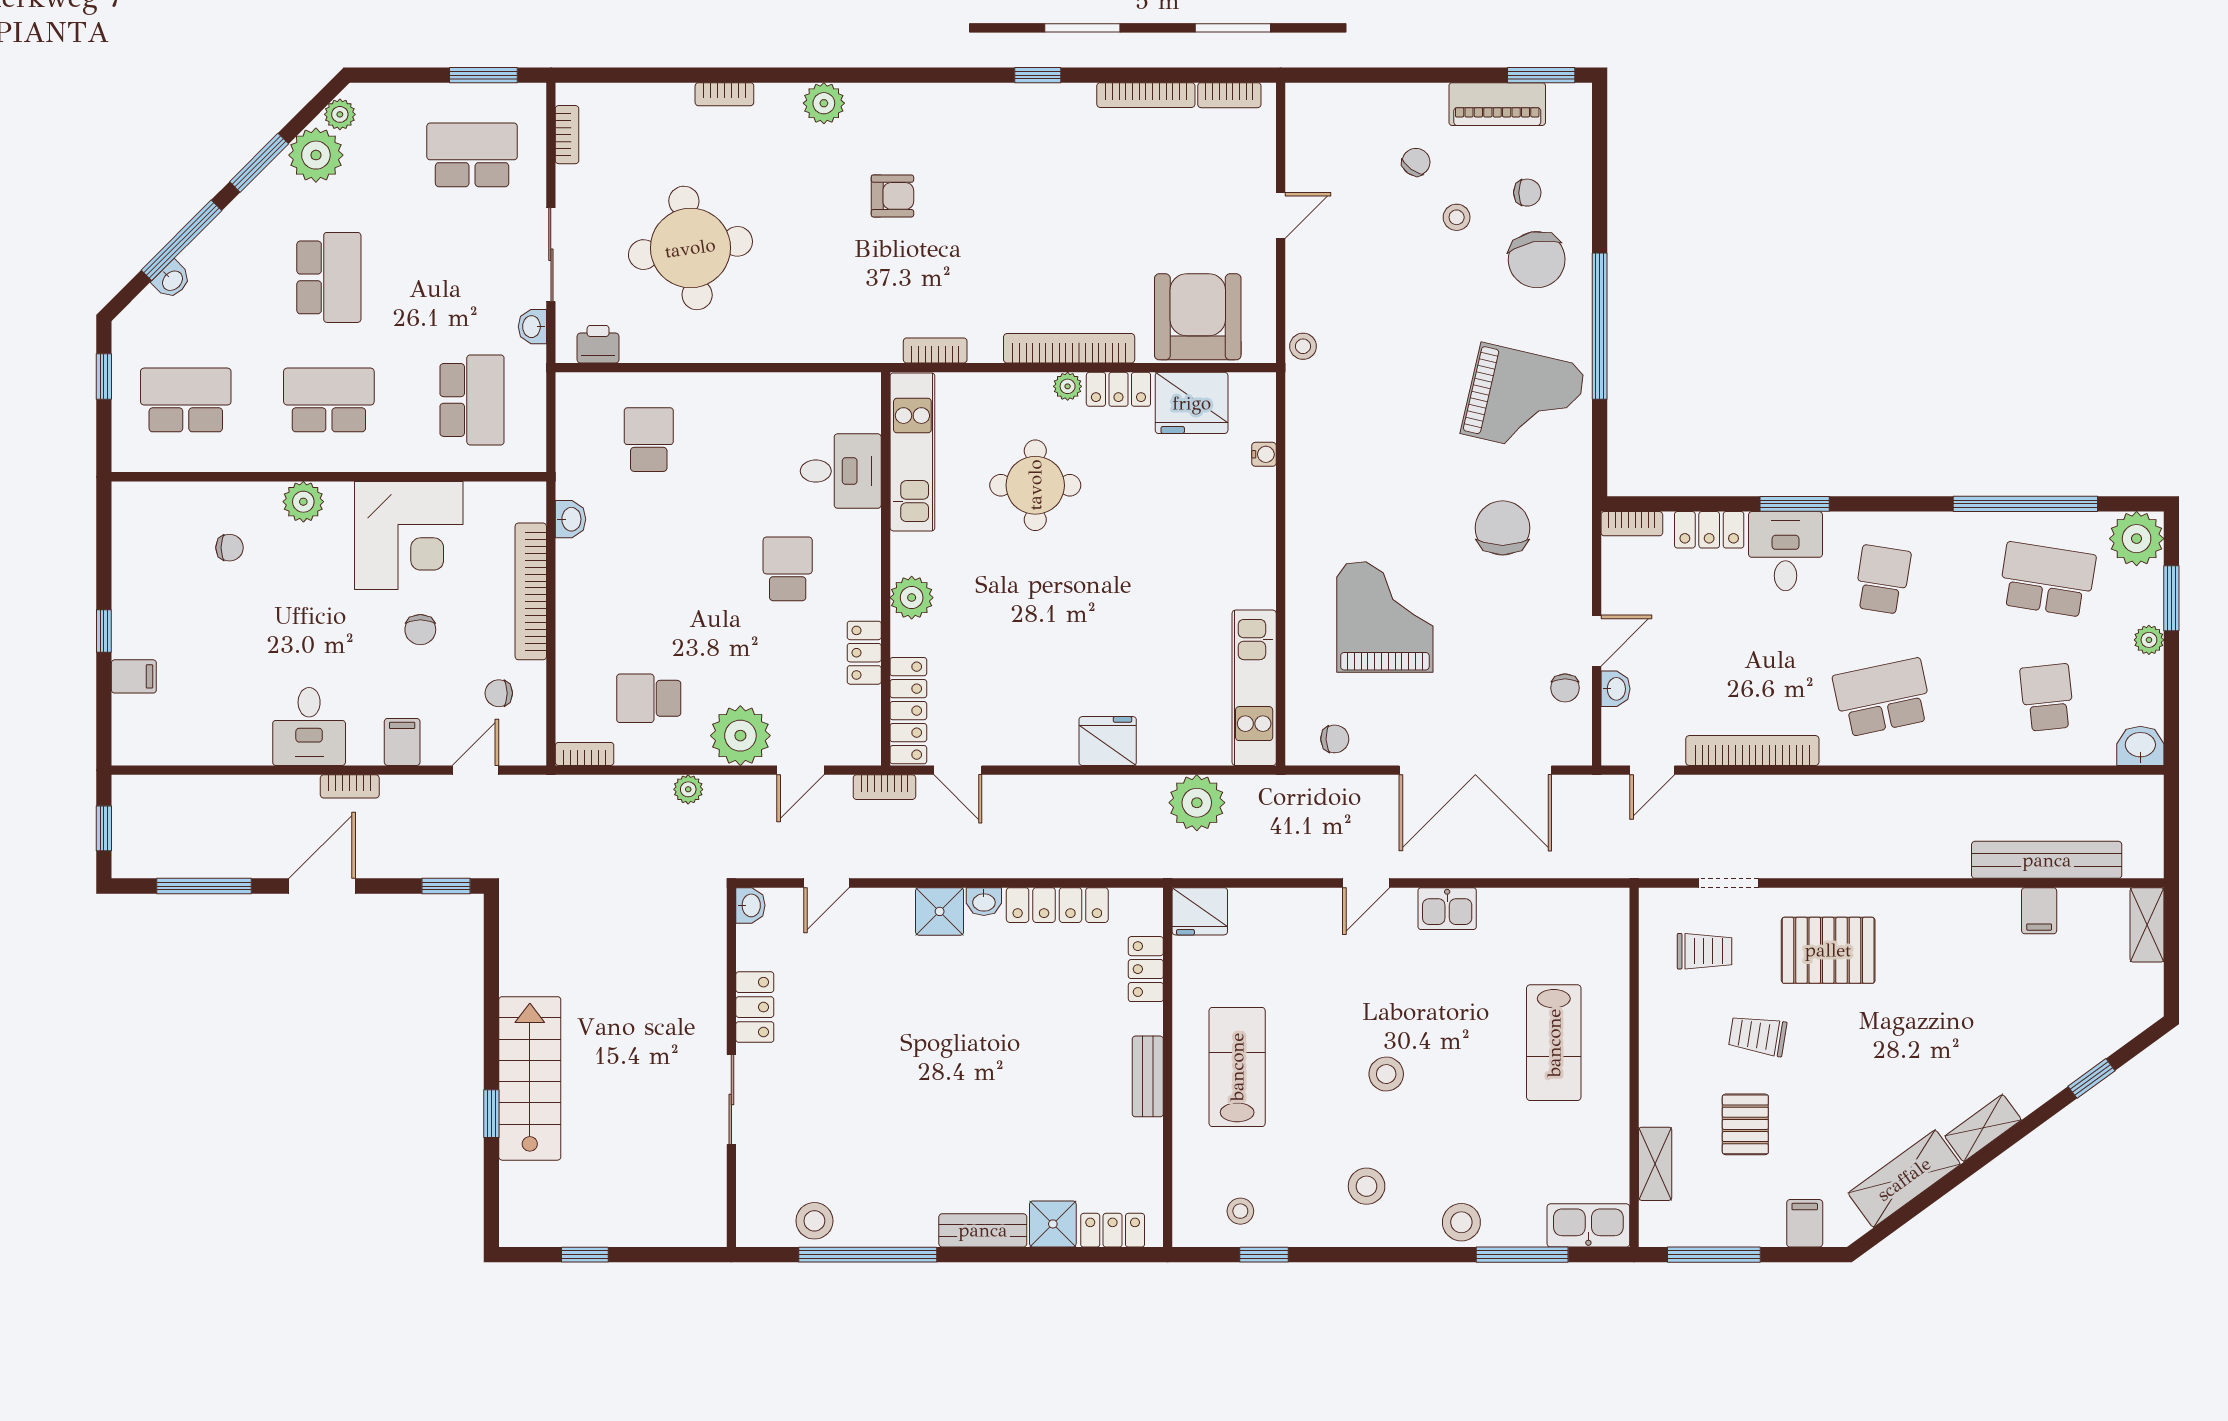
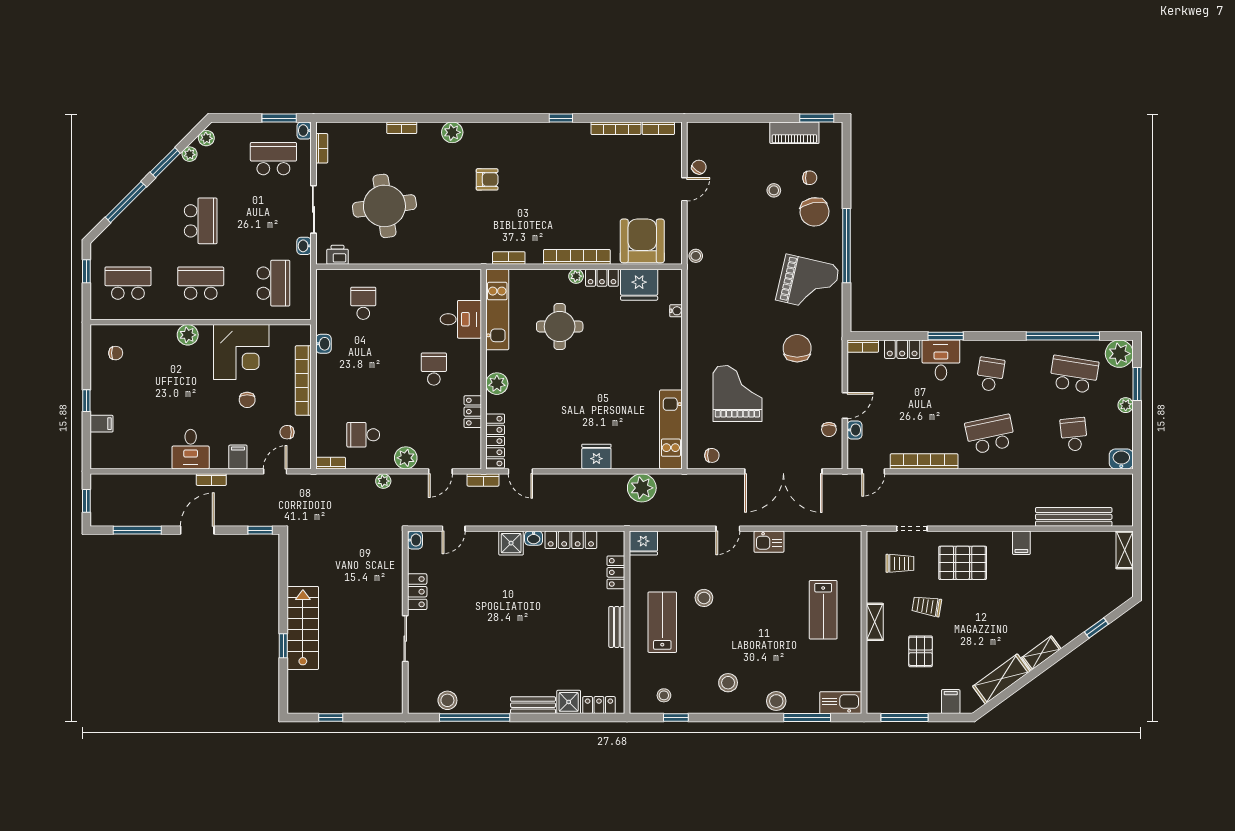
plant: (316, 155) -> (190, 154), width x0.53, depth x0.53
chair: (1416, 162) -> (699, 167), moved
washbasin: (172, 280) -> (304, 131), moved, turned 135
chair: (229, 548) -> (116, 353), moved
plant: (740, 736) -> (406, 458), width x0.73, depth x0.73
filing cabinet: (2039, 911) -> (1021, 543), moved
stool: (1386, 1074) -> (704, 598), moved
shelving: (1655, 1164) -> (875, 622), moved

